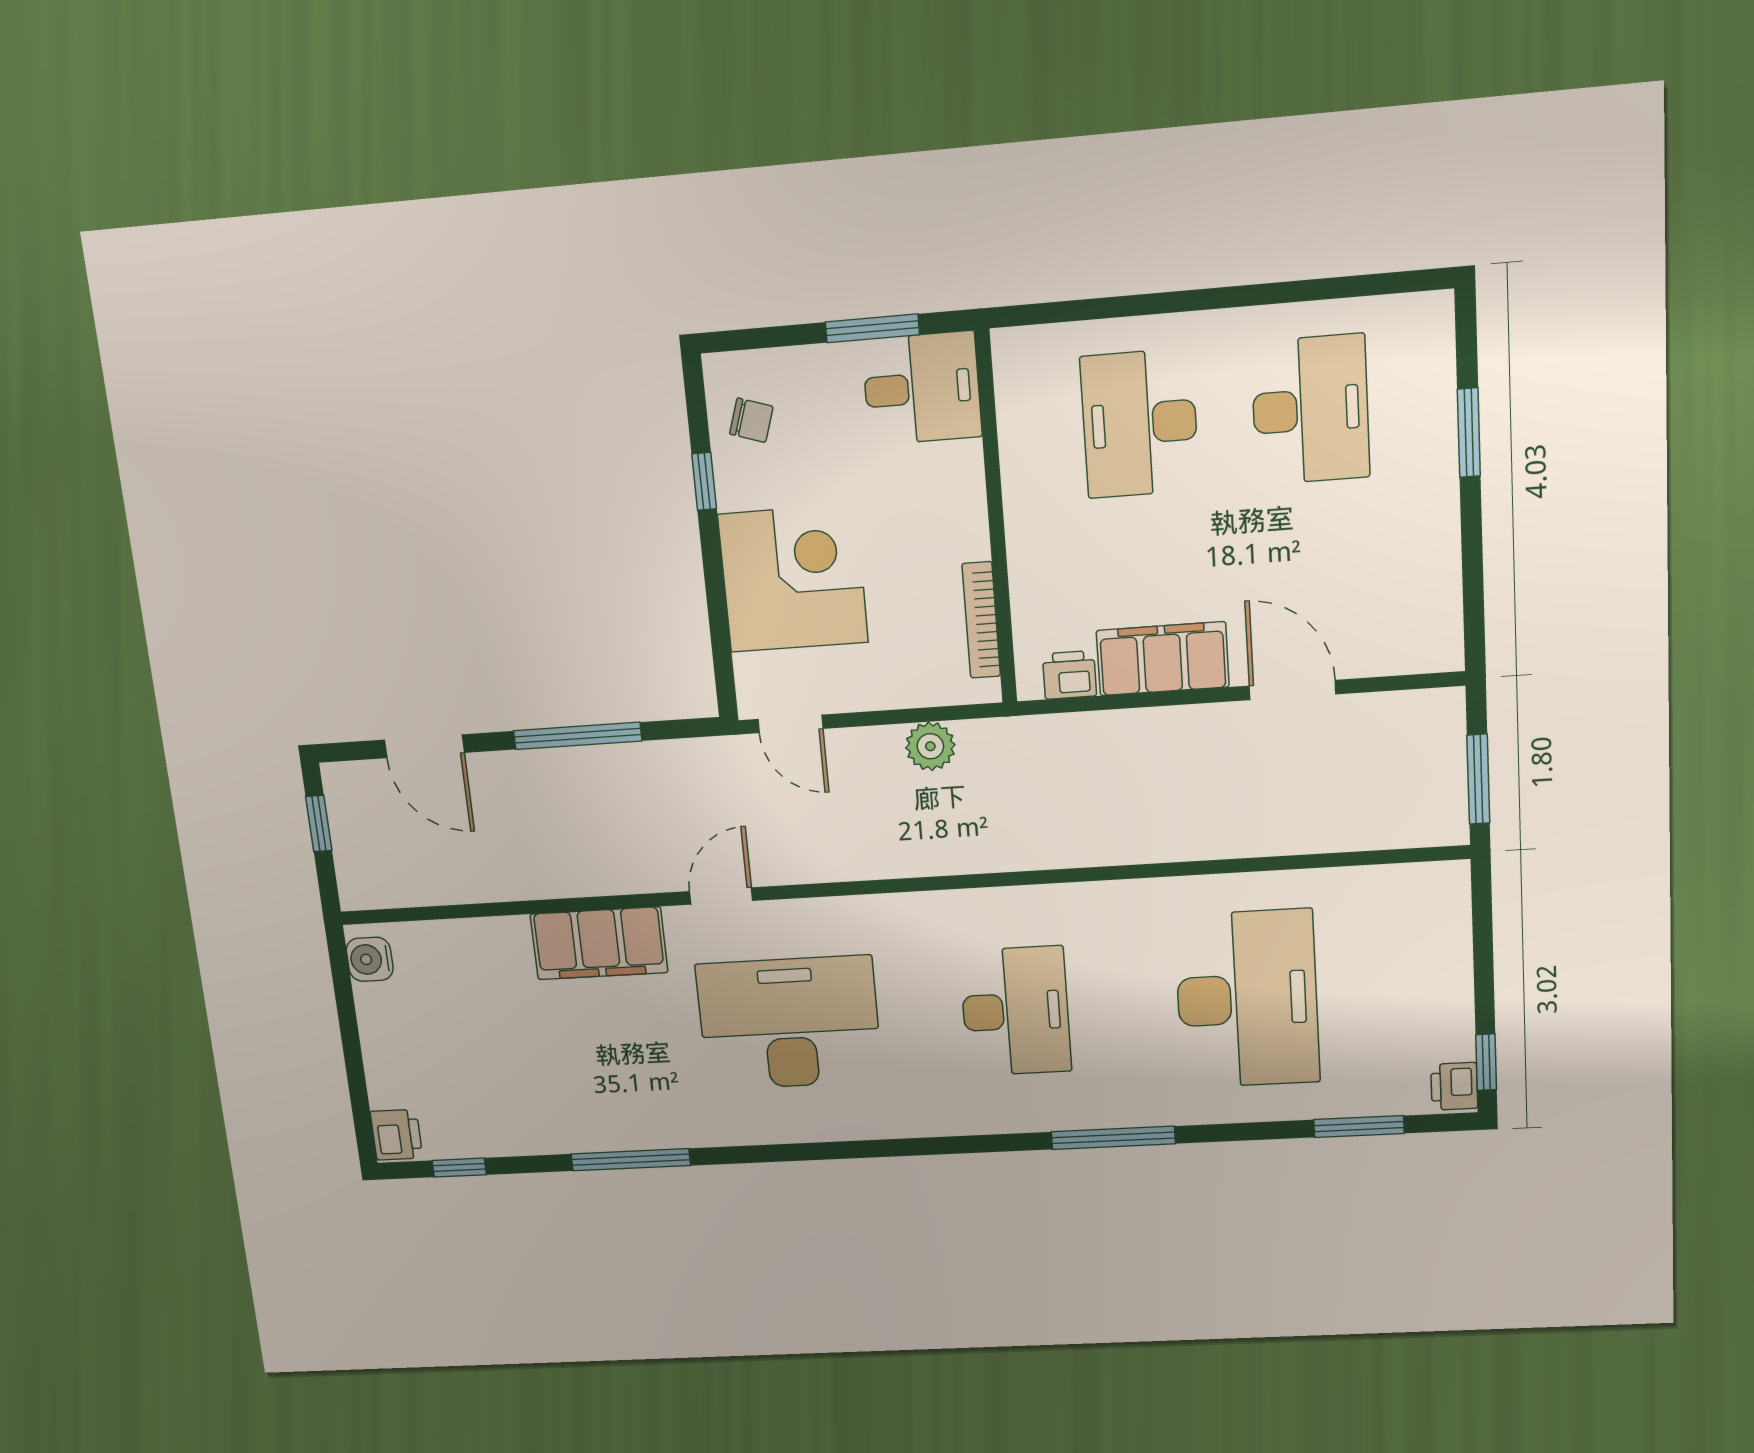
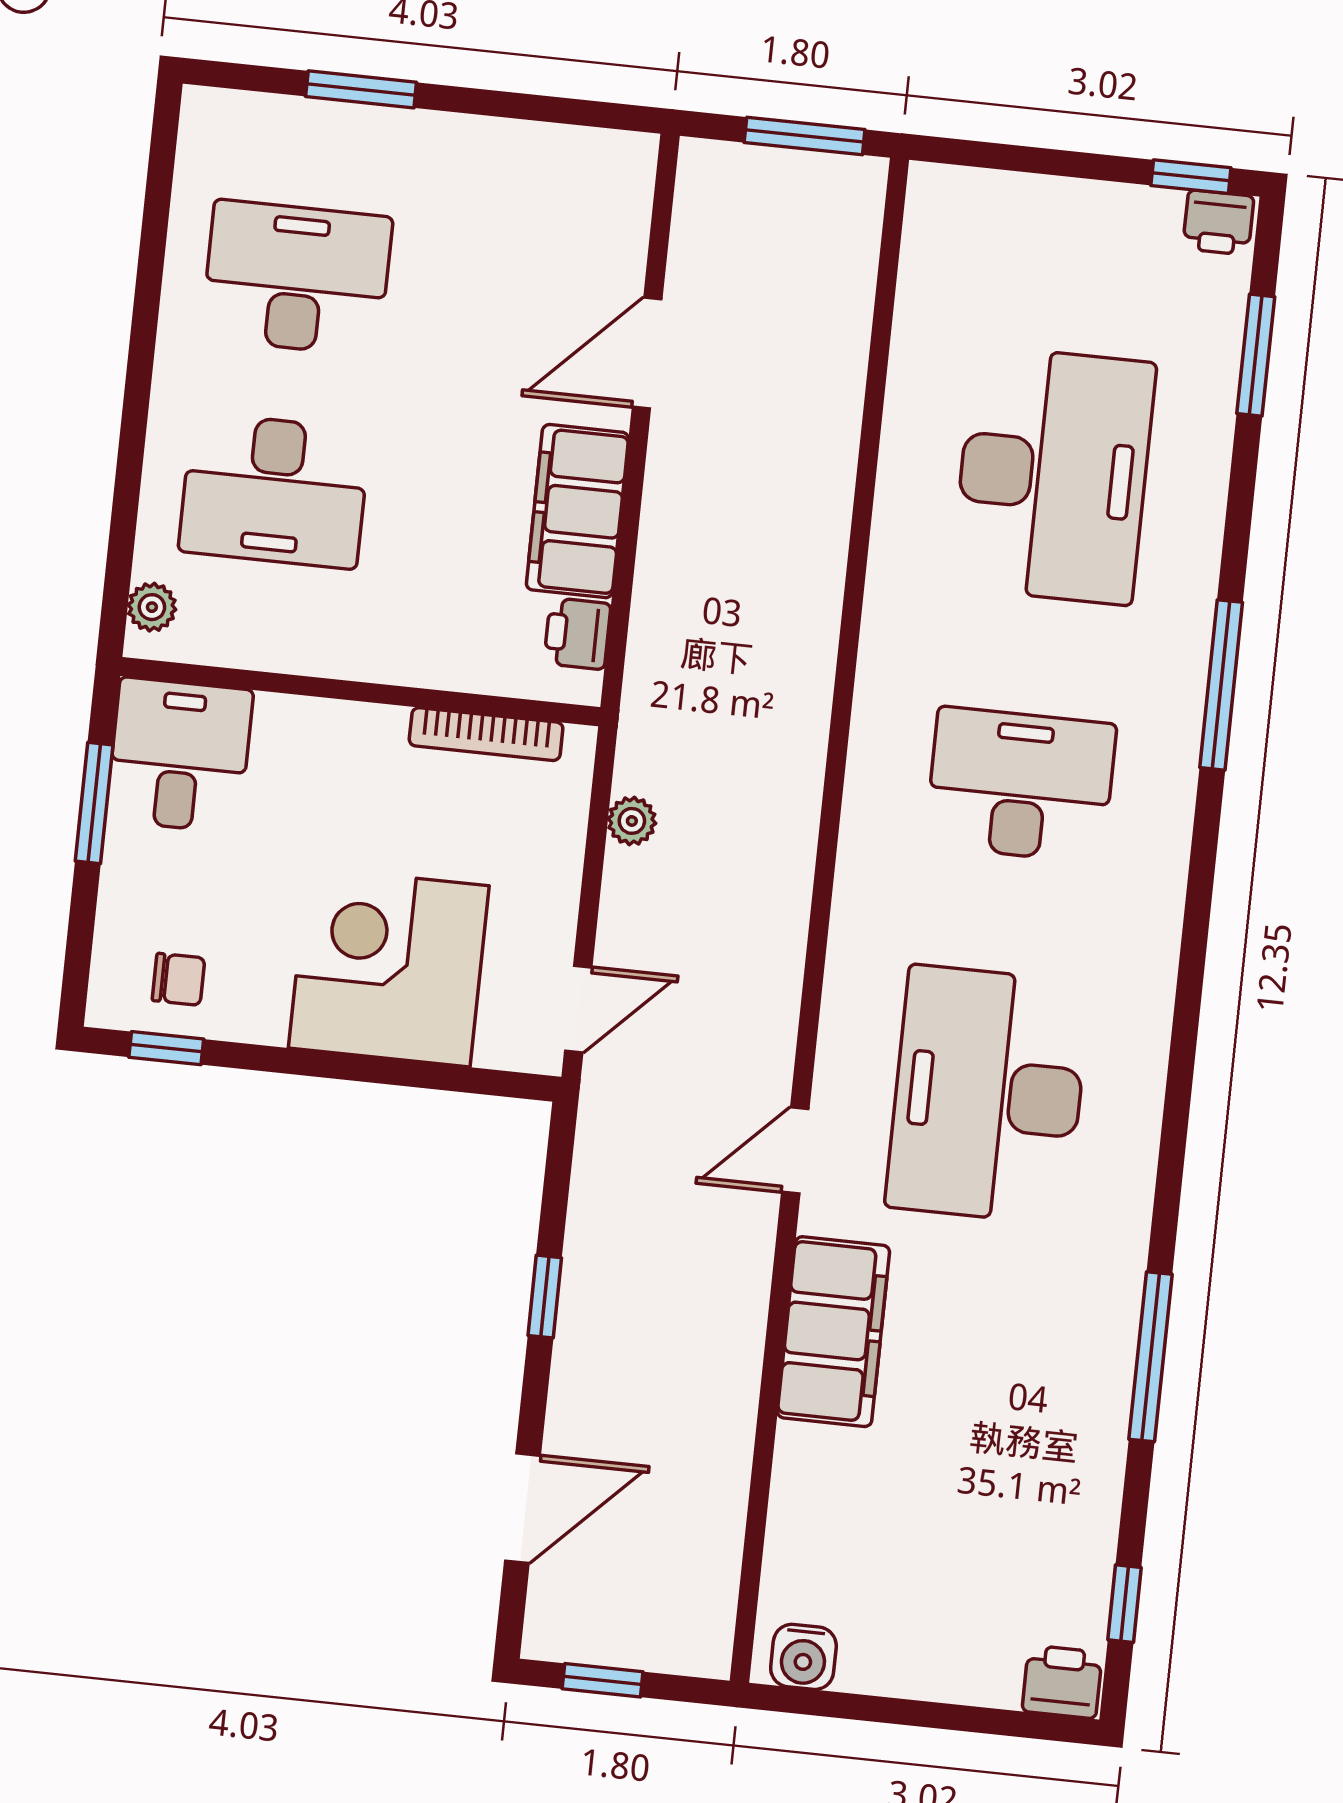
plant: (1032, 344) -> (152, 607), added
chair: (751, 420) -> (178, 979), turned 72
window: (704, 481) -> (166, 1048), moved
window: (578, 736) -> (545, 1297), width x0.46
plant: (930, 746) -> (632, 821), width x0.73, depth x0.73
door: (721, 896) -> (795, 1150), hinge flipped
desk: (1247, 999) -> (1053, 475), turned 90

